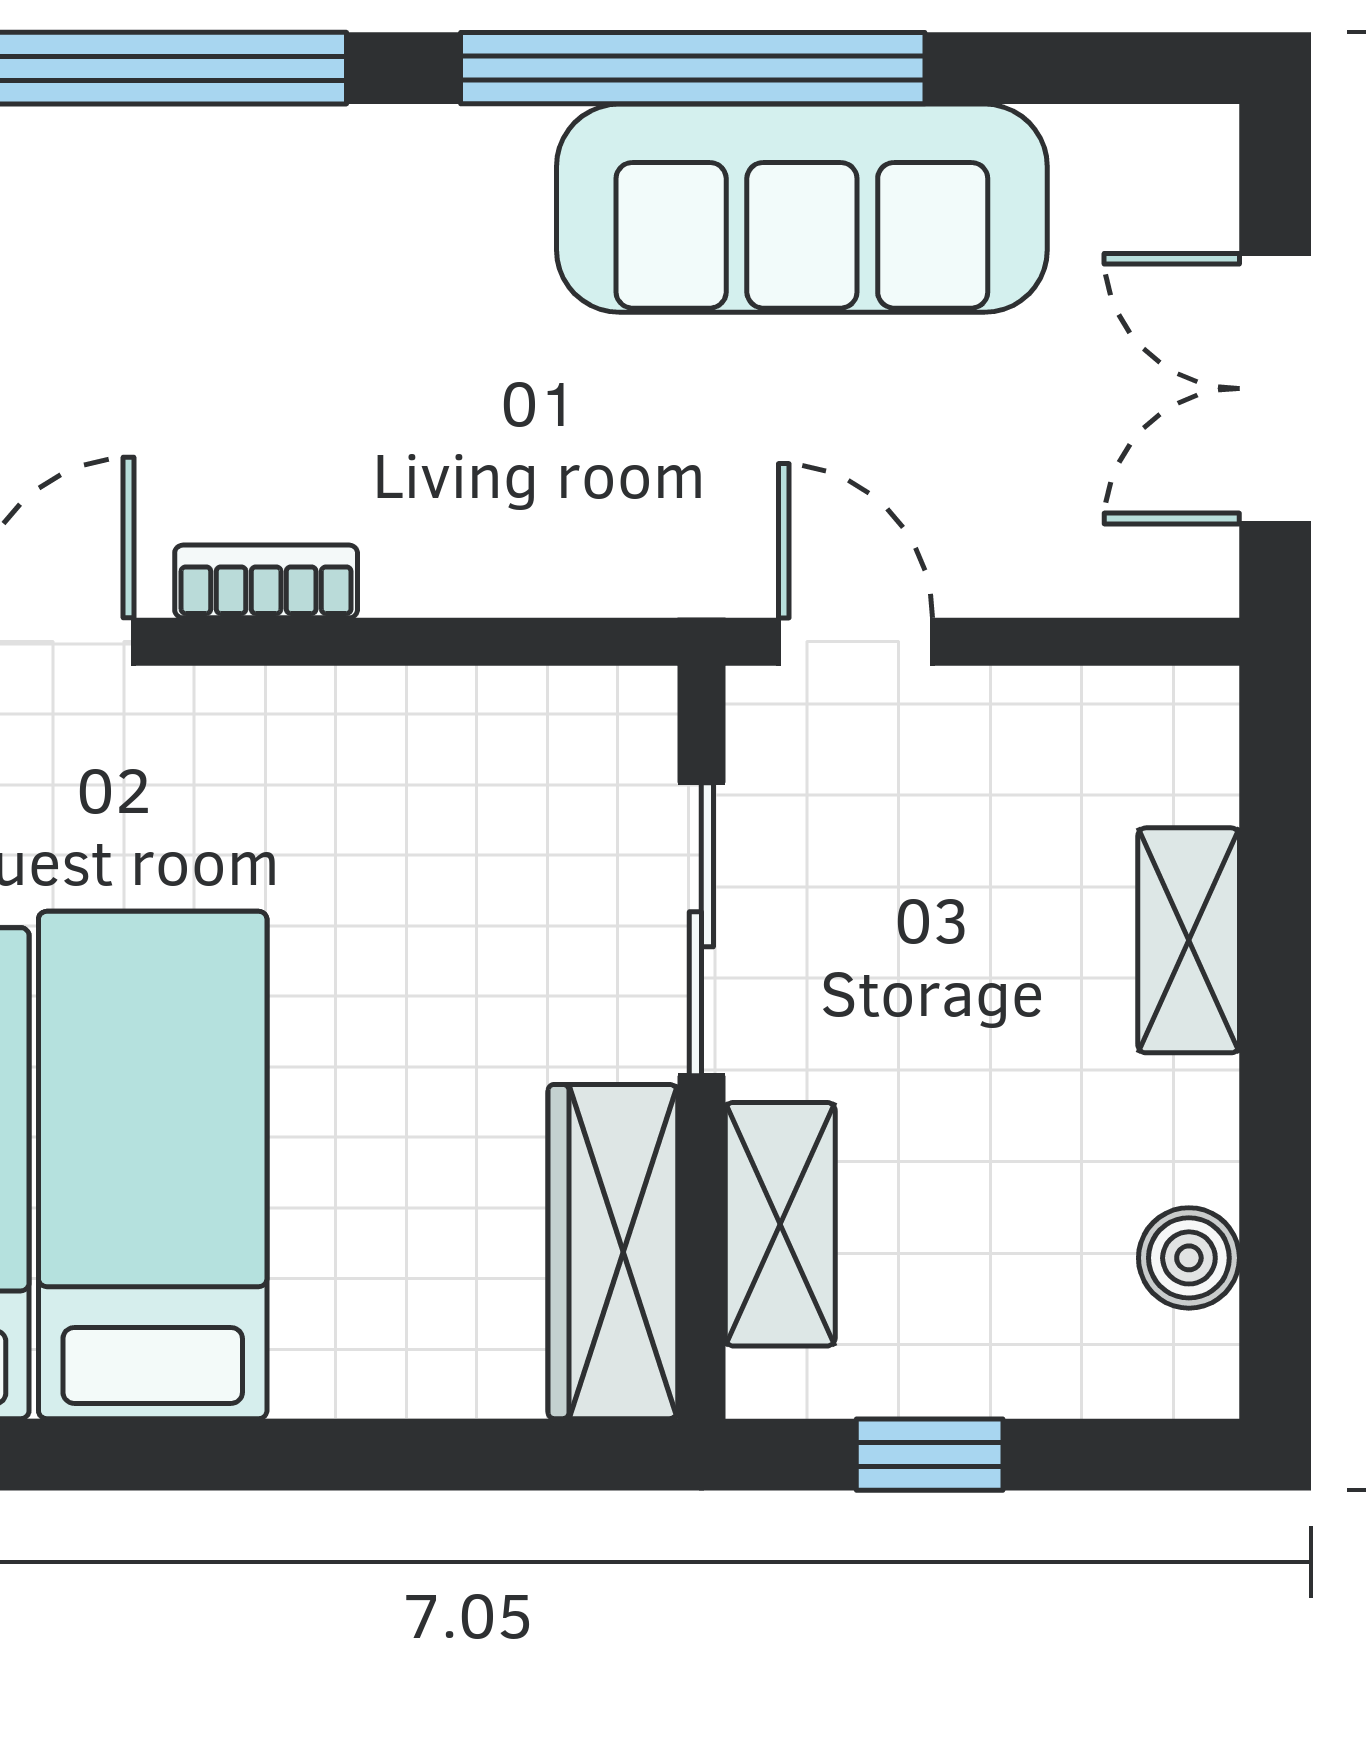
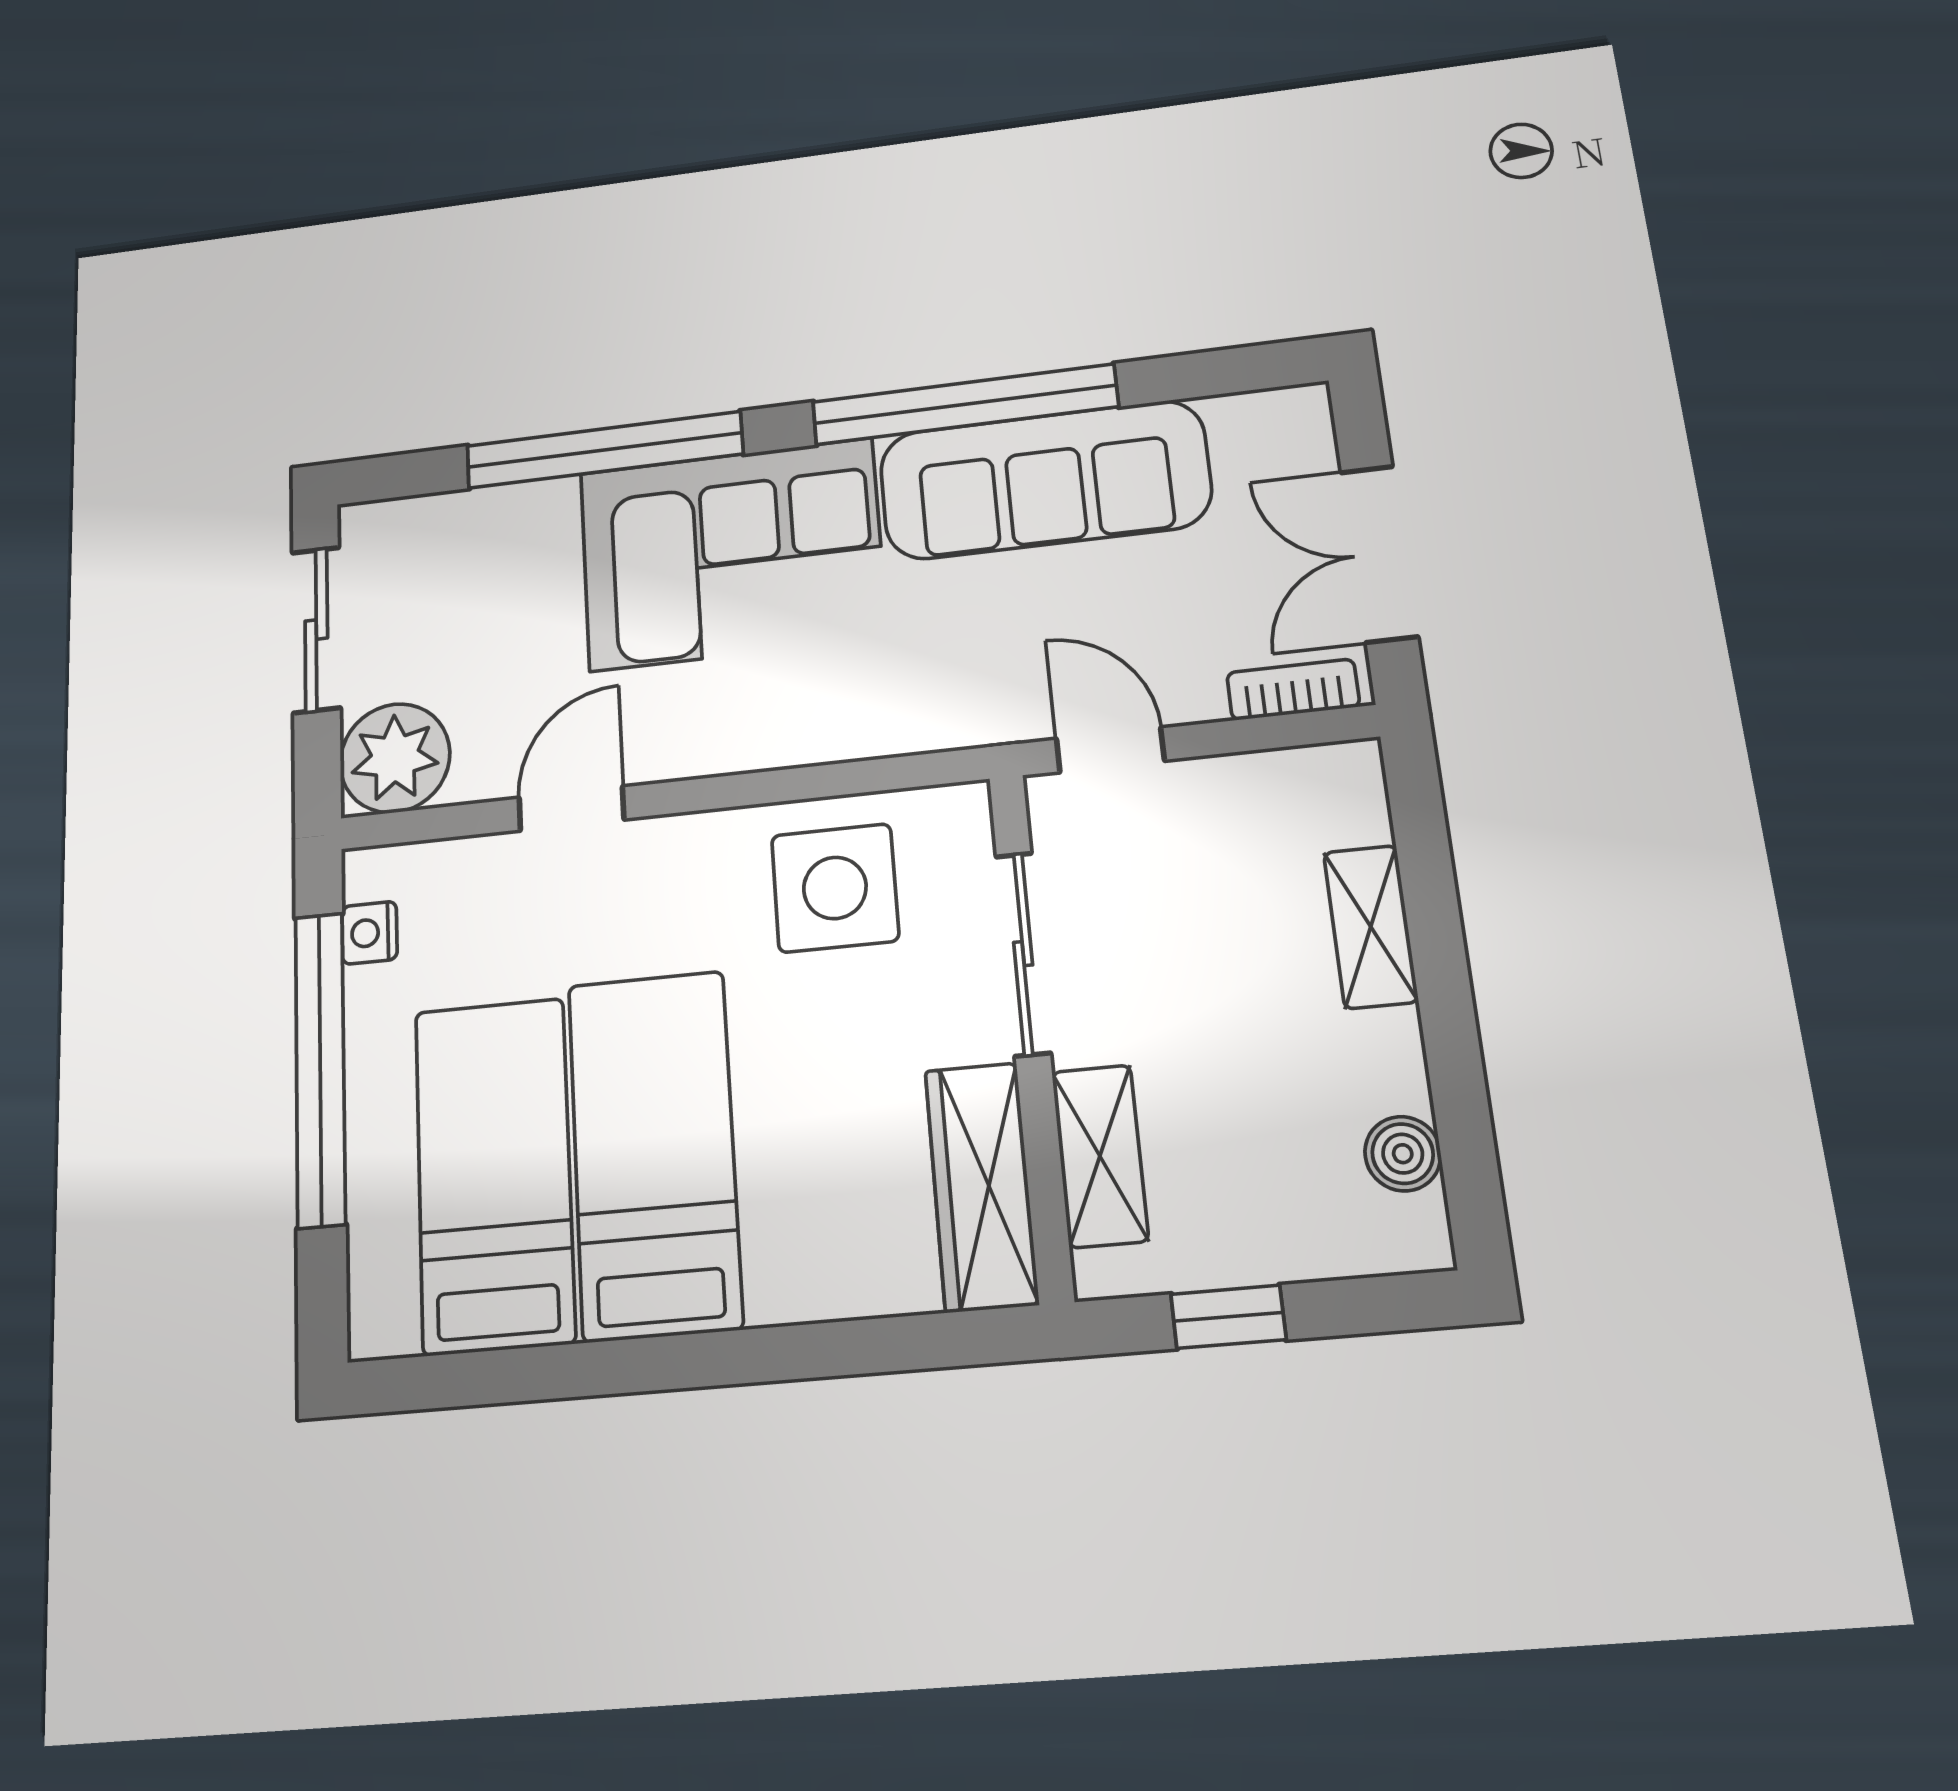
corner sofa: (319, 267) -> (732, 554), added
bookcase: (266, 581) -> (1293, 690), moved
side table: (439, 805) -> (835, 888), added

